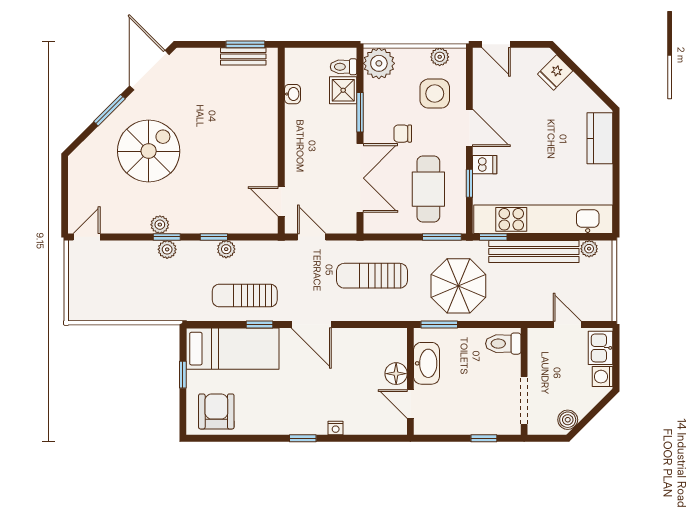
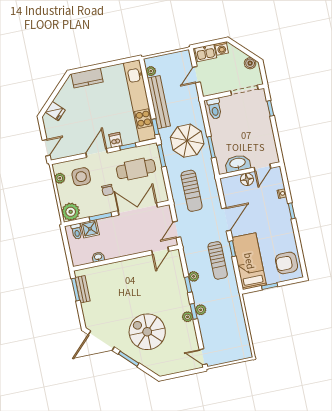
washbasin: (426, 363) -> (238, 163), moved
floor lamp: (396, 374) -> (247, 179), moved
wall: (410, 381) -> (250, 170), moved
door: (410, 404) -> (262, 168), moved

